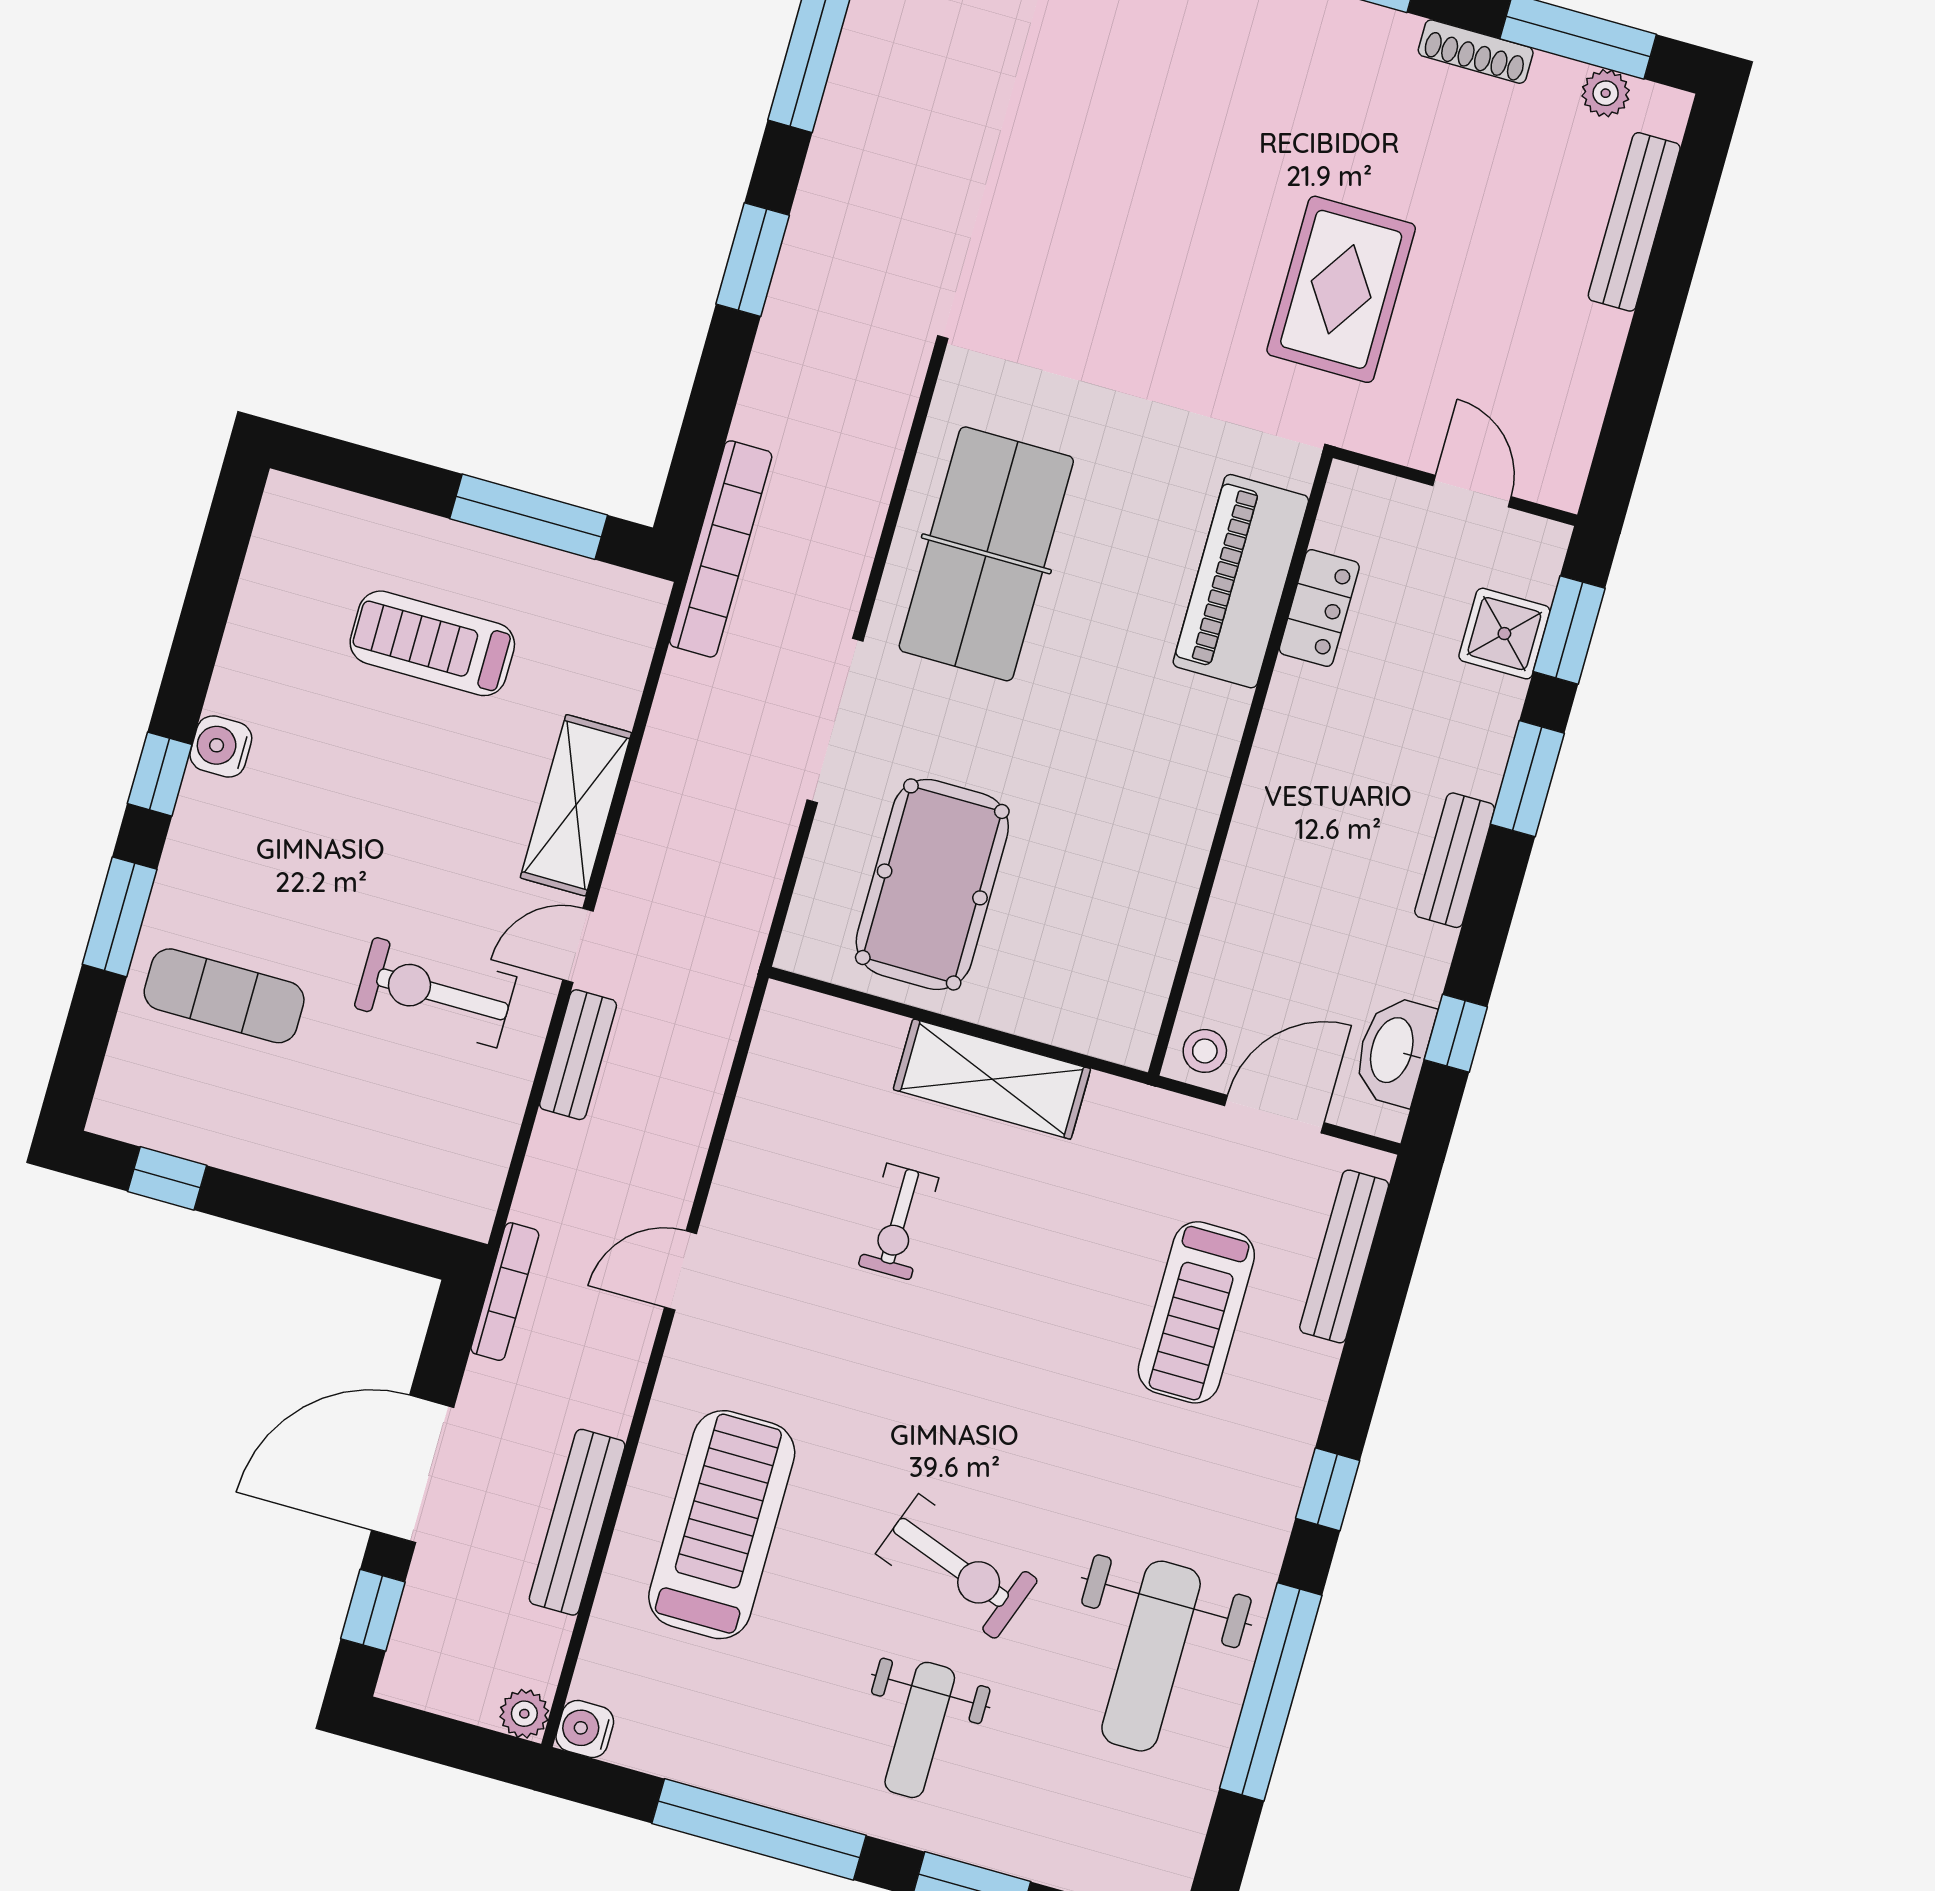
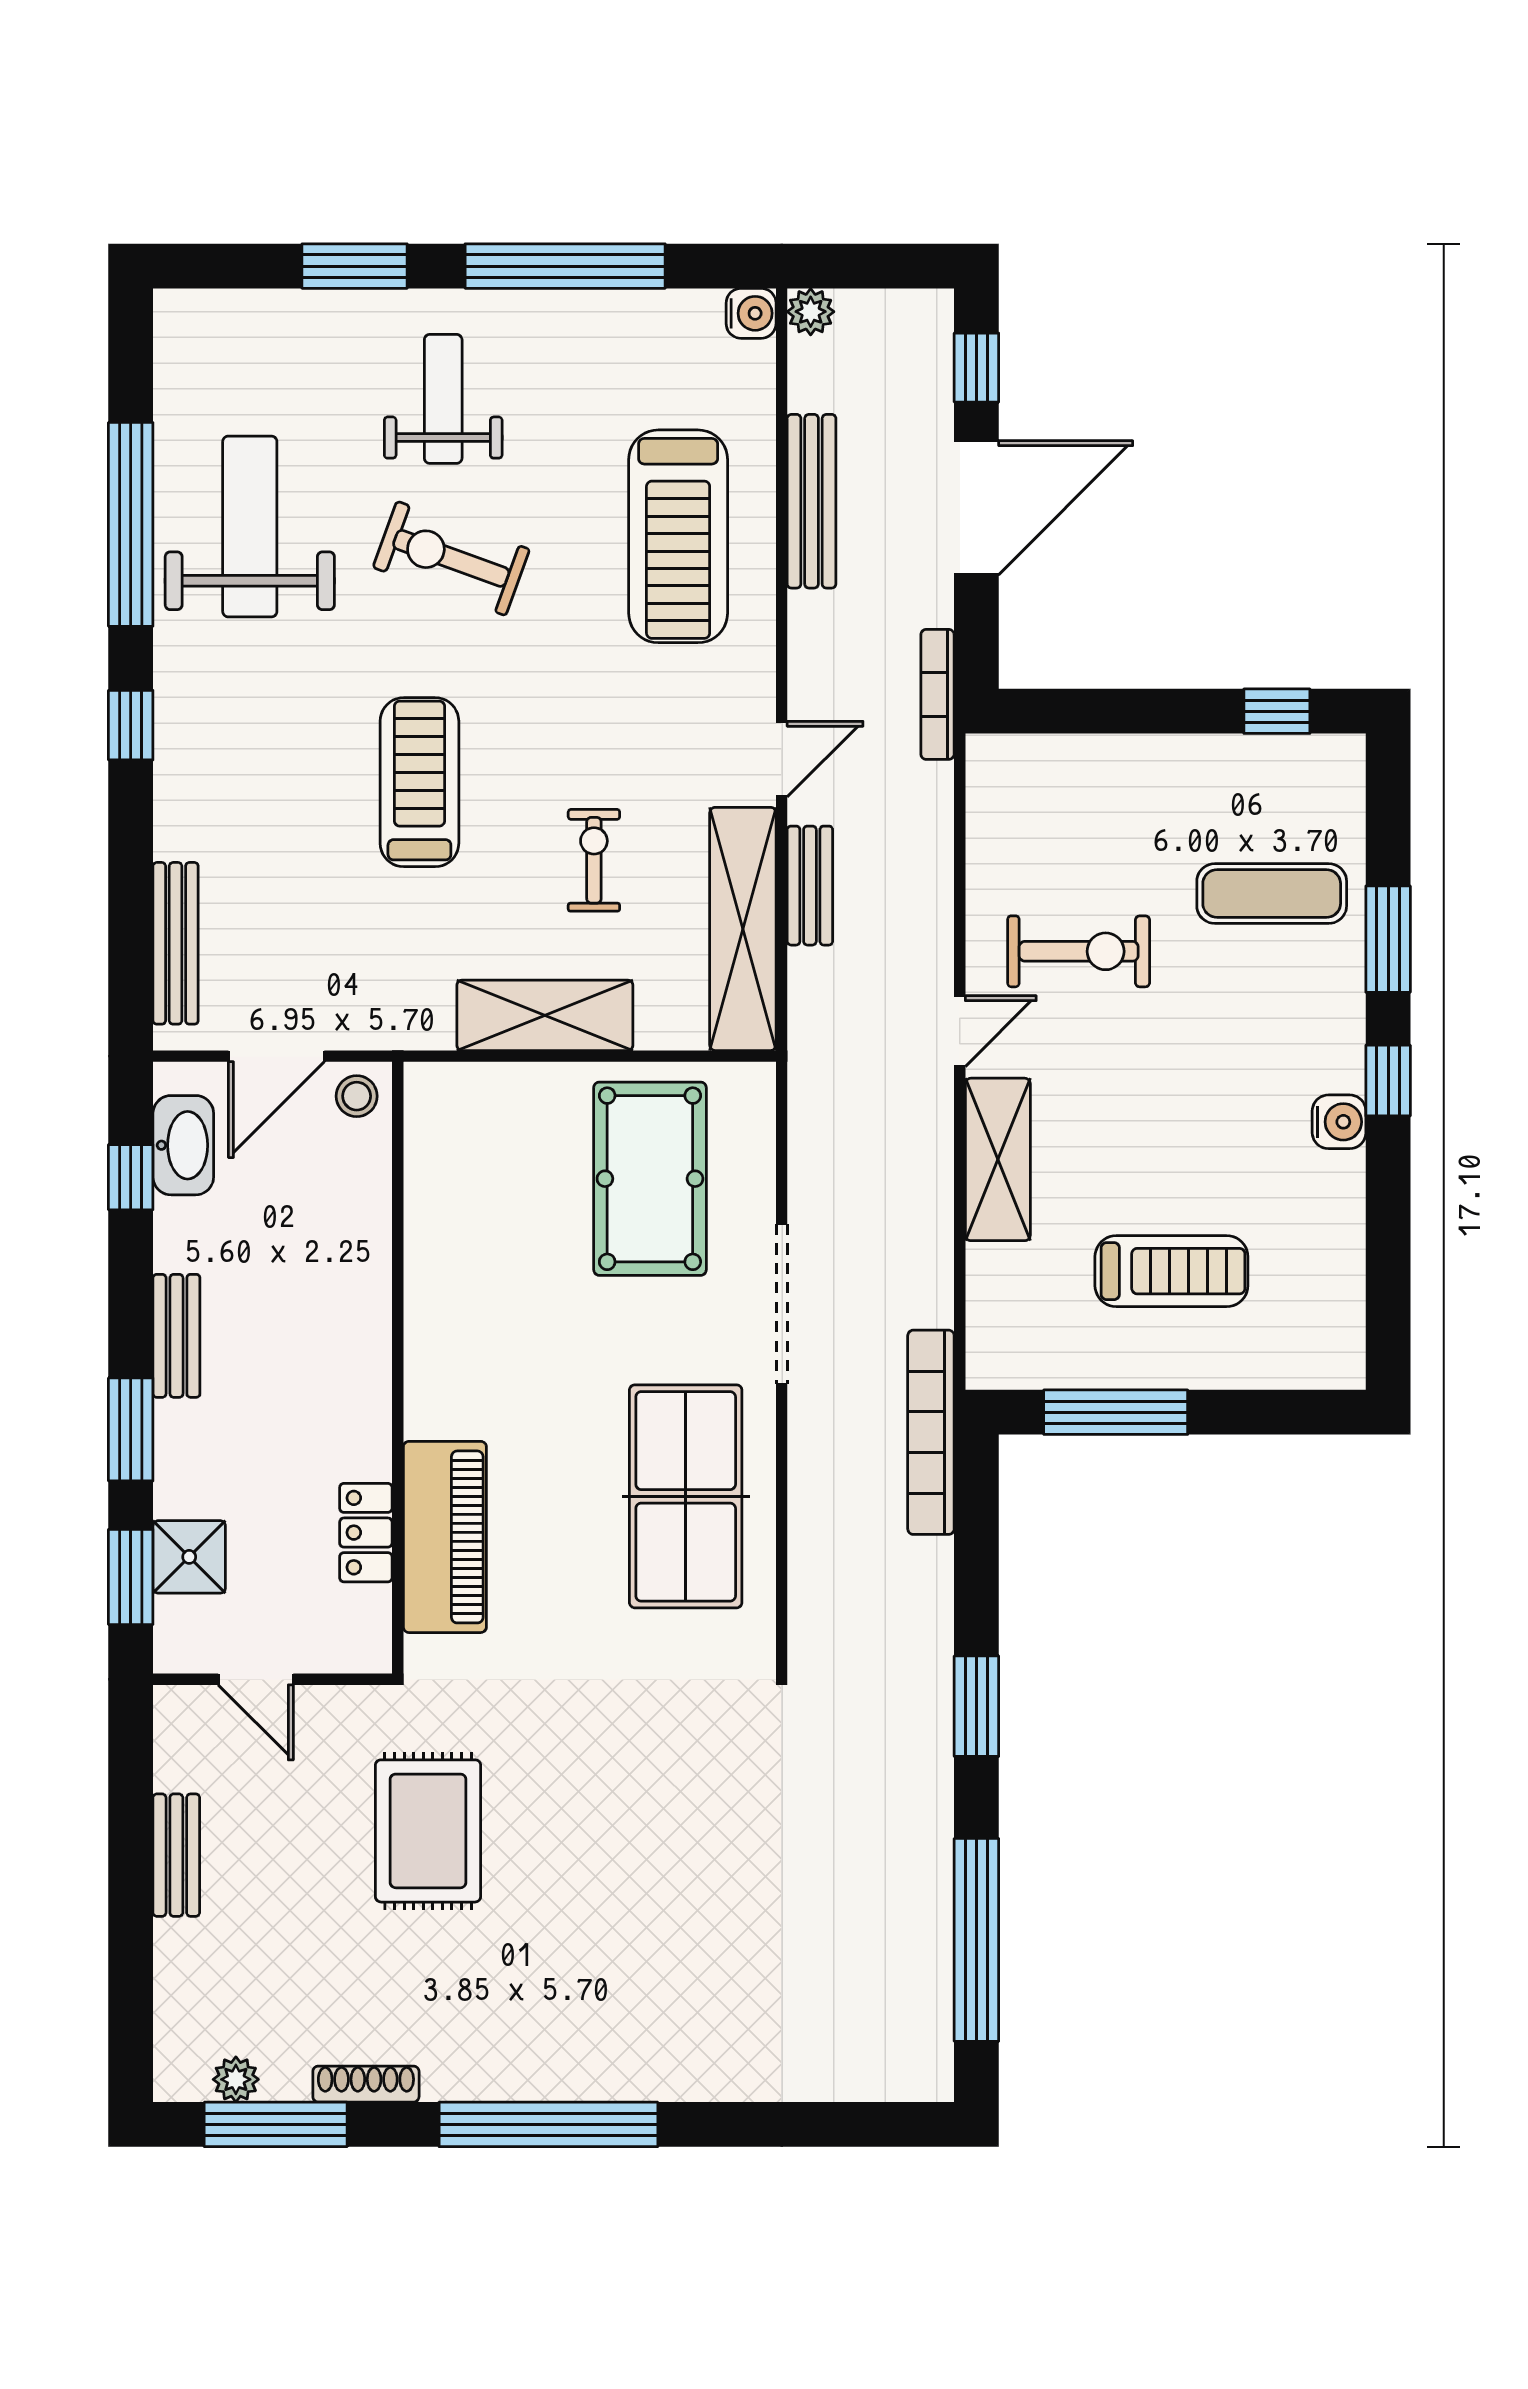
bench: (1634, 222) -> (176, 1855), moved, width x0.73
bench: (578, 1055) -> (810, 886), moved
shelving: (768, 1110) -> (743, 929), added
treadmill: (1196, 1312) -> (419, 782), moved

